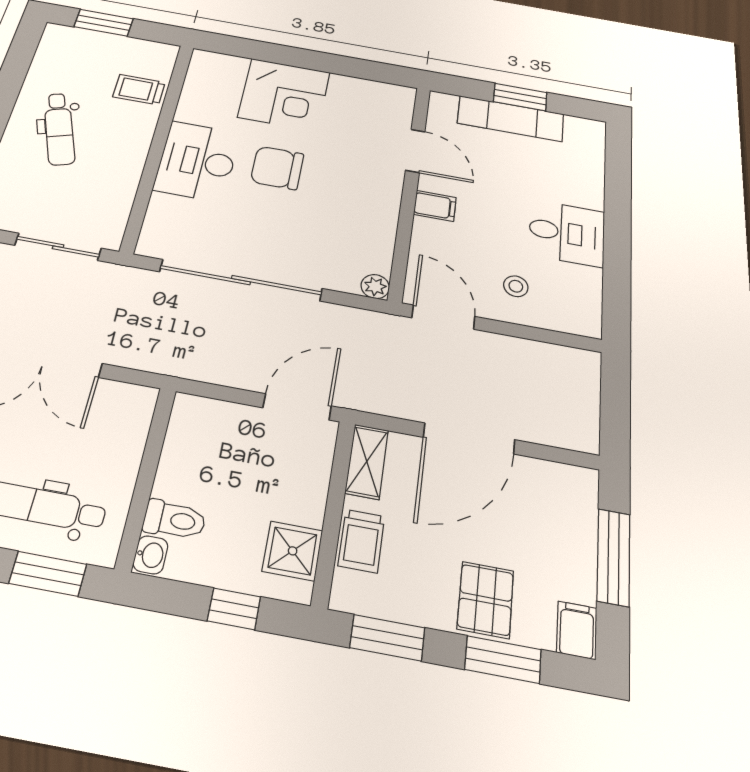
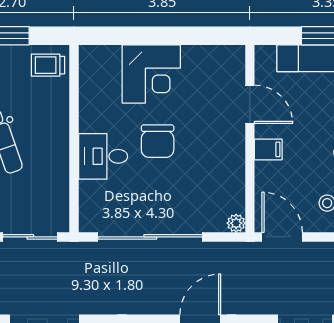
trolley: (139, 90) -> (48, 65), moved
desk: (197, 161) -> (103, 156), width x0.73
chair: (277, 168) -> (158, 141), turned -90

